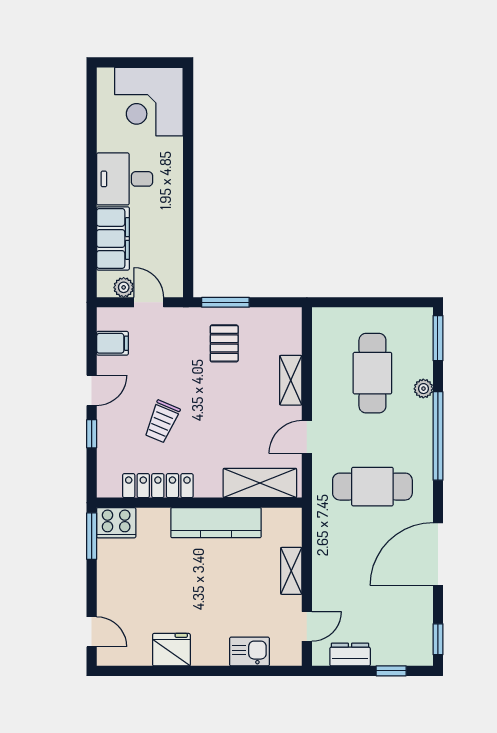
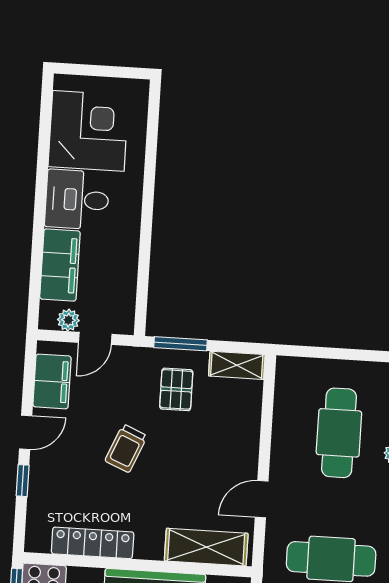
corner desk: (149, 102) -> (88, 131), moved, turned 180
door: (149, 302) -> (95, 338), swing flipped
filing cabinet: (112, 343) -> (52, 381), width x2.00
shelving: (291, 380) -> (237, 365), moved, turned 90
trolley: (162, 422) -> (126, 448), moved

